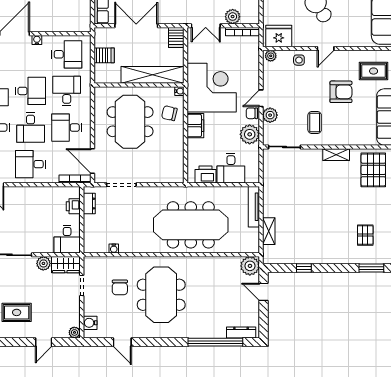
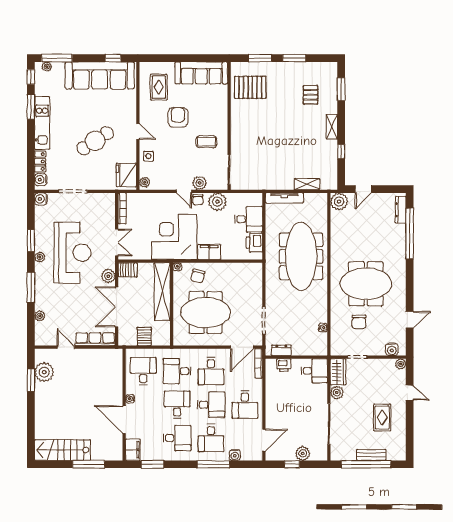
plant: (233, 17) -> (108, 276), moved
shelving: (336, 155) -> (332, 127), moved
pallet: (365, 235) -> (311, 95), turned 90
chair: (120, 287) -> (359, 322), turned 90

